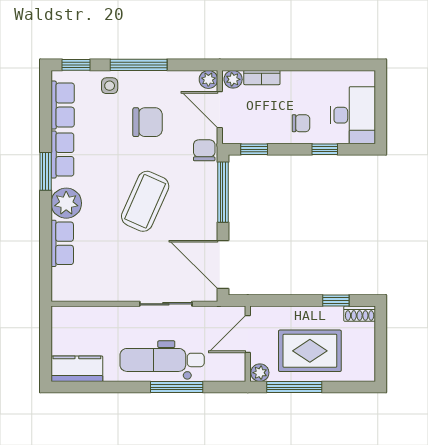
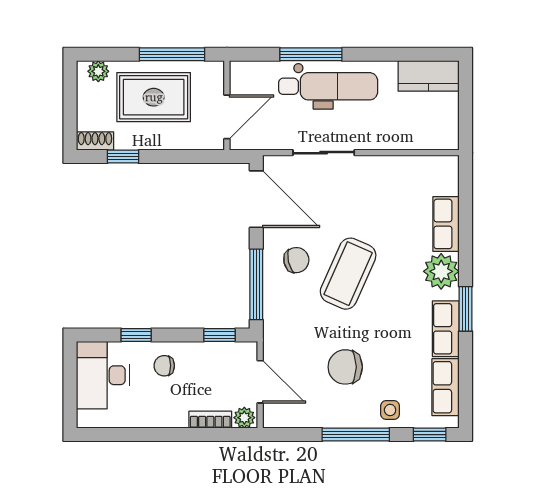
plant: (208, 79) -> (273, 417), removed
chair: (204, 150) -> (296, 260), moved, turned -103
plant: (260, 373) -> (98, 71), moved

